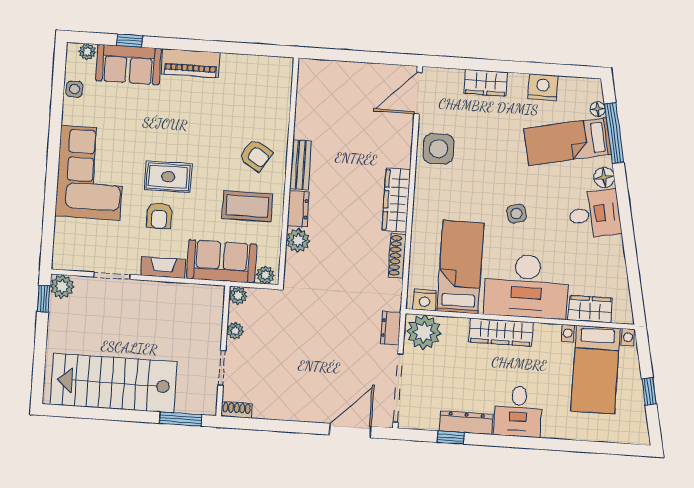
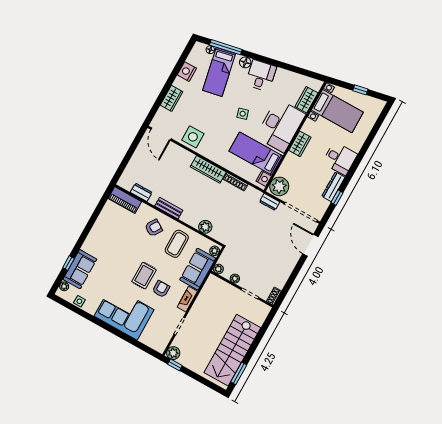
piano: (191, 63) -> (125, 200), moved, turned 90
dresser: (298, 209) -> (141, 192), moved
armchair: (159, 216) -> (161, 289), turned -90
wardrobe: (501, 332) -> (300, 144), width x0.67
window: (181, 419) -> (239, 373), moved

